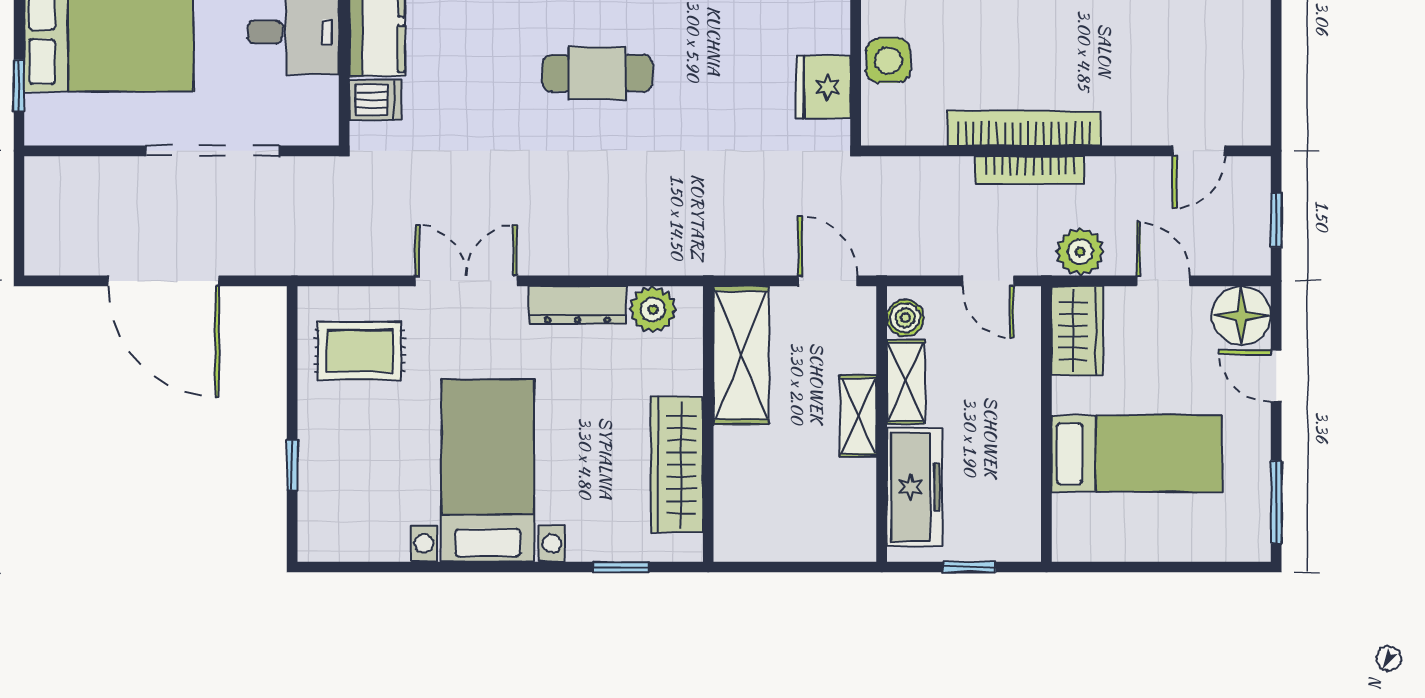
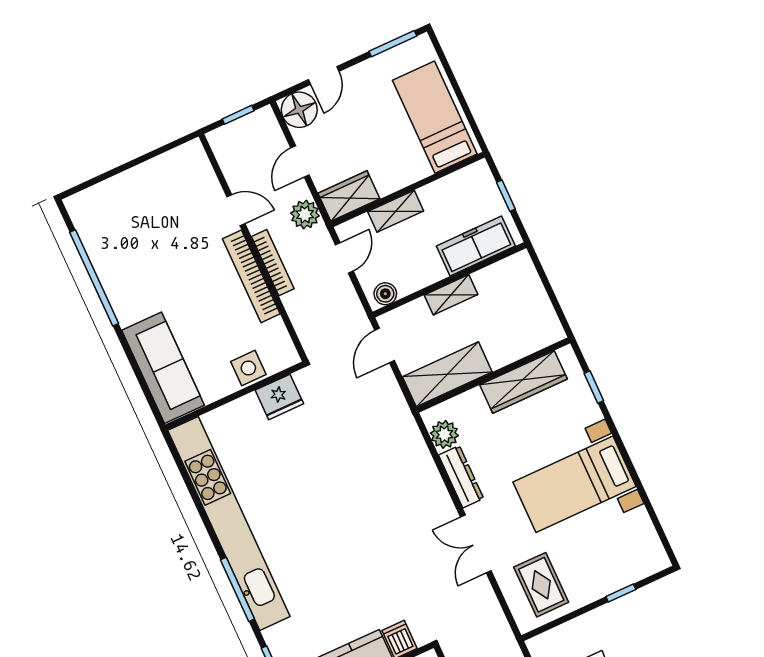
cafe table: (597, 73) -> (329, 524), removed
door: (1199, 151) -> (236, 210), moved
shelving: (906, 382) -> (396, 211), moved
bed: (1137, 454) -> (435, 117), moved

